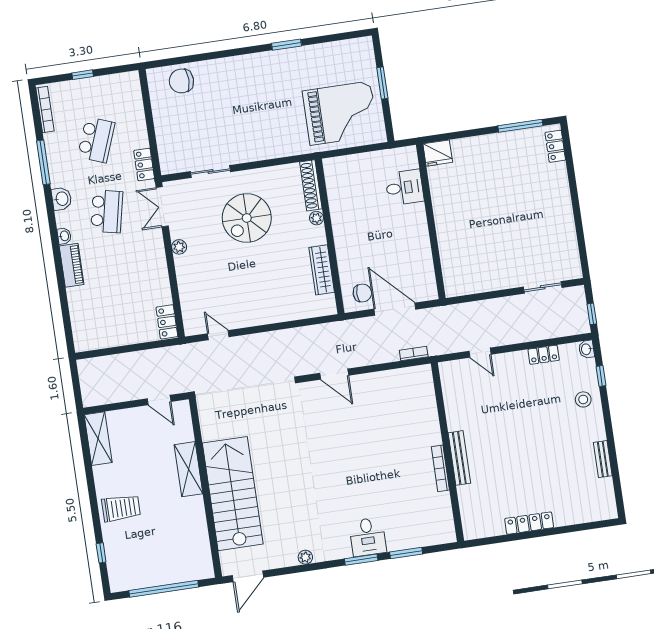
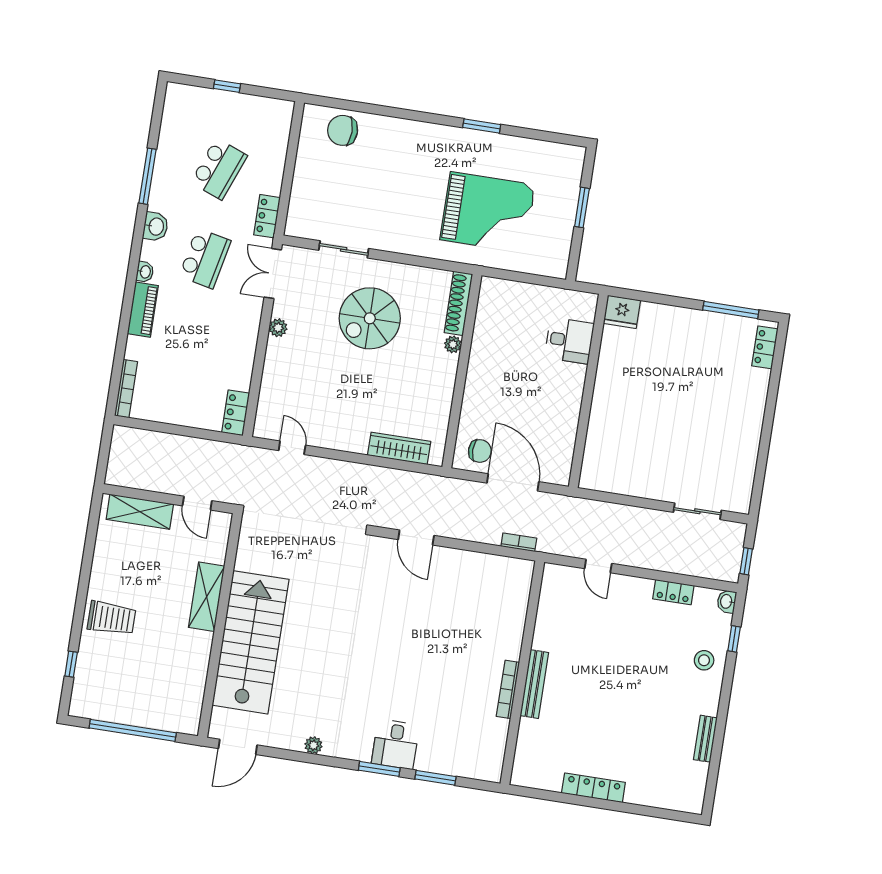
bookcase: (45, 110) -> (126, 389), moved
grand piano: (340, 113) -> (488, 212), moved
wardrobe: (322, 270) -> (399, 448), moved, turned 90
shelving: (98, 439) -> (140, 512), moved, turned 90

